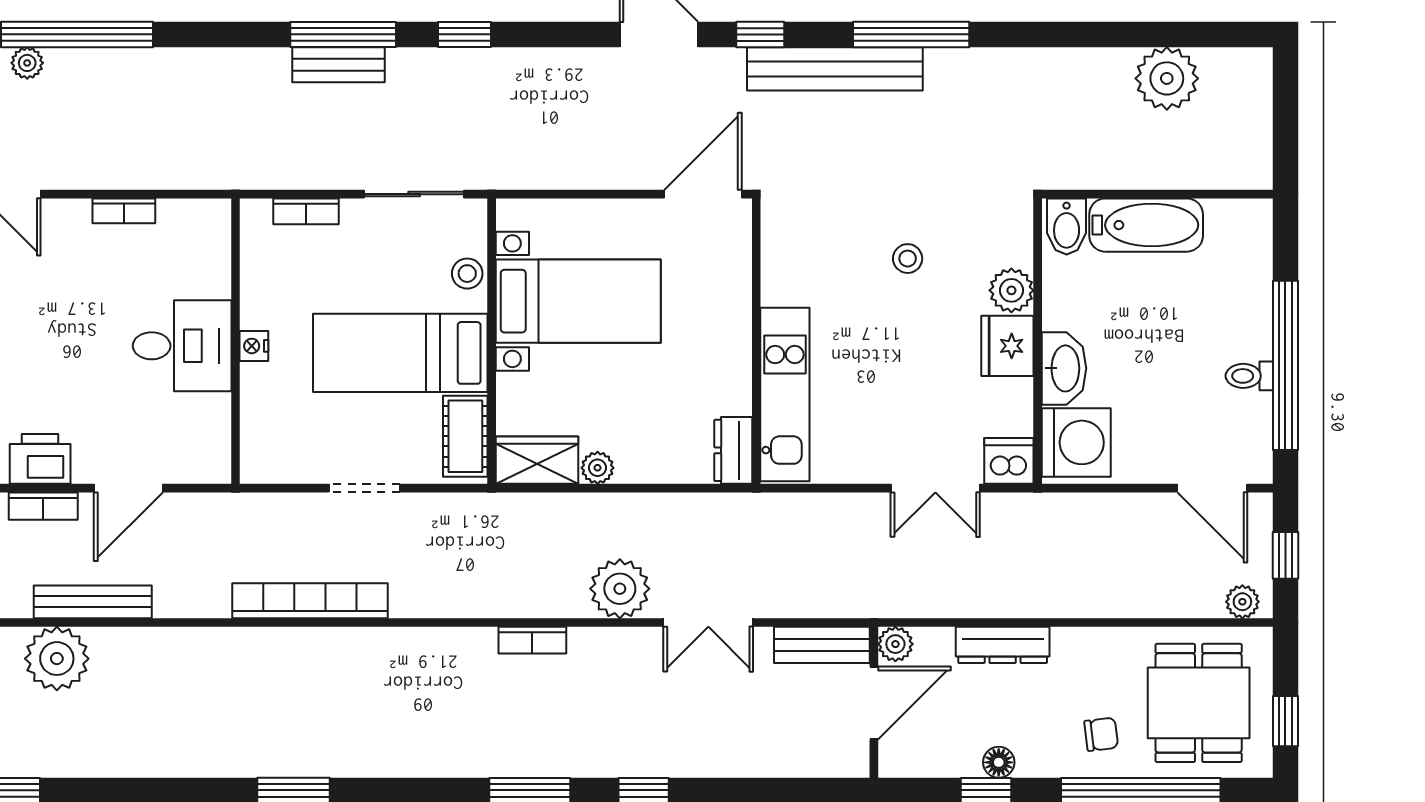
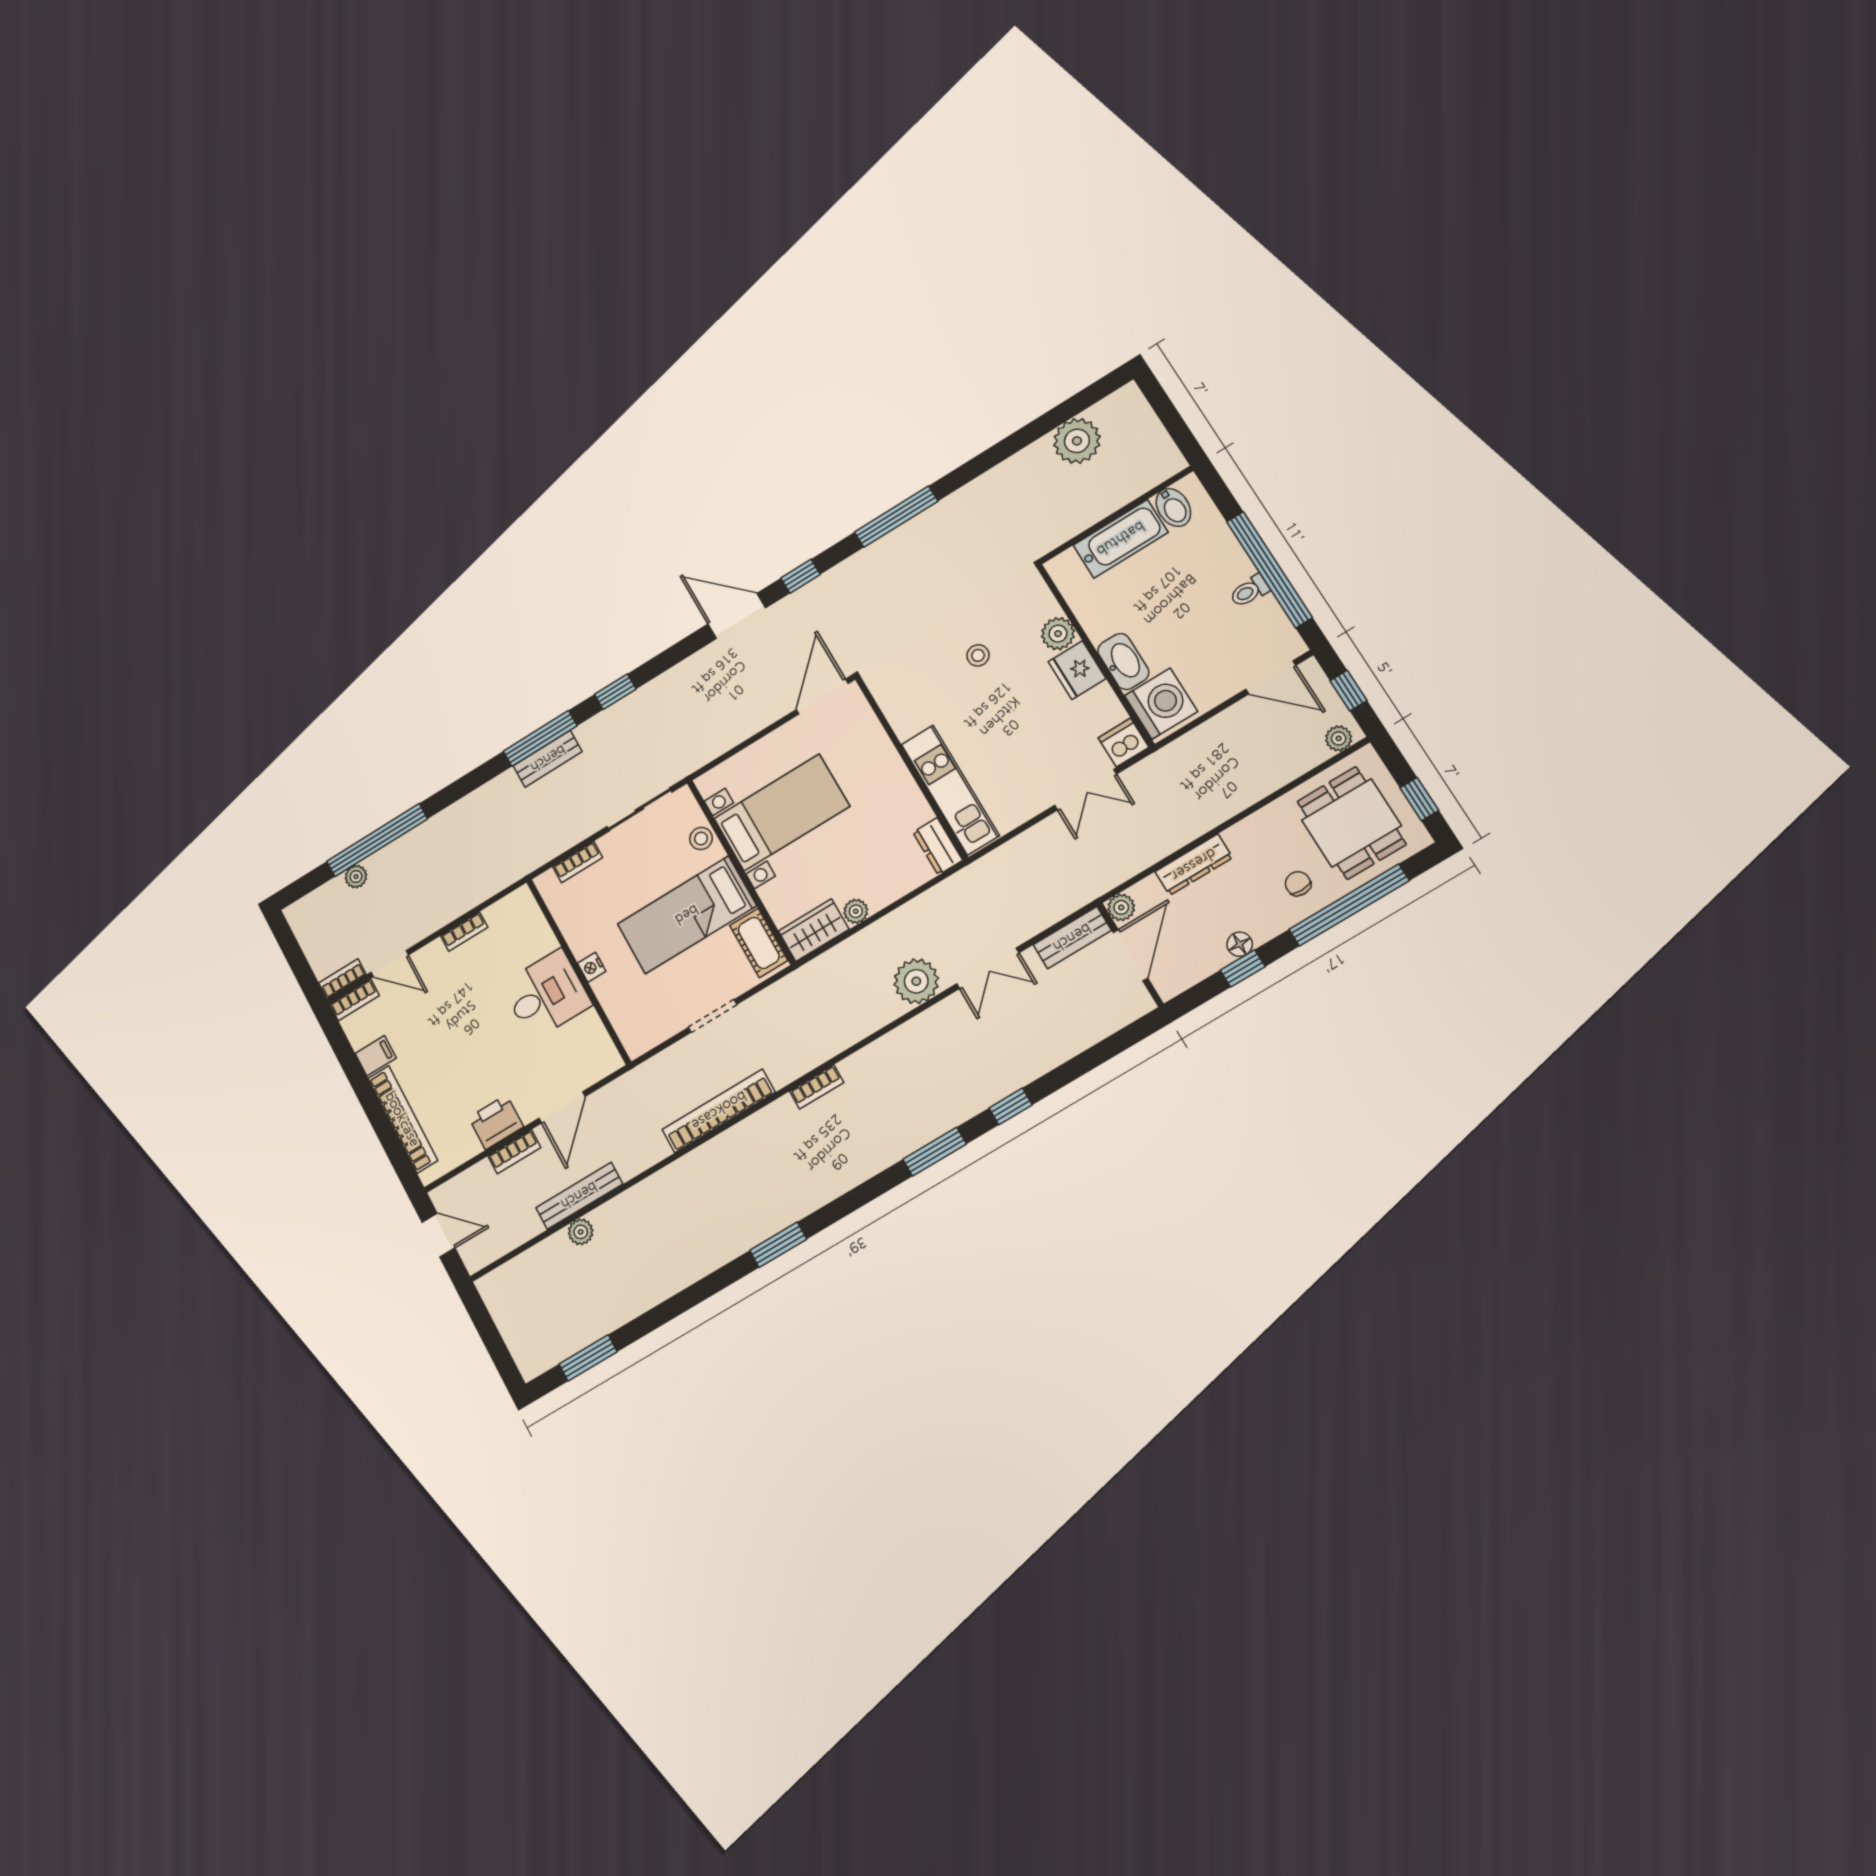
bench: (835, 69) -> (860, 568), removed
bidet: (1067, 226) -> (1173, 507), moved
bookcase: (532, 640) -> (817, 1087), moved
plant: (57, 659) -> (581, 1232), width x0.53, depth x0.53
chair: (1101, 734) -> (1298, 884), turned -83

